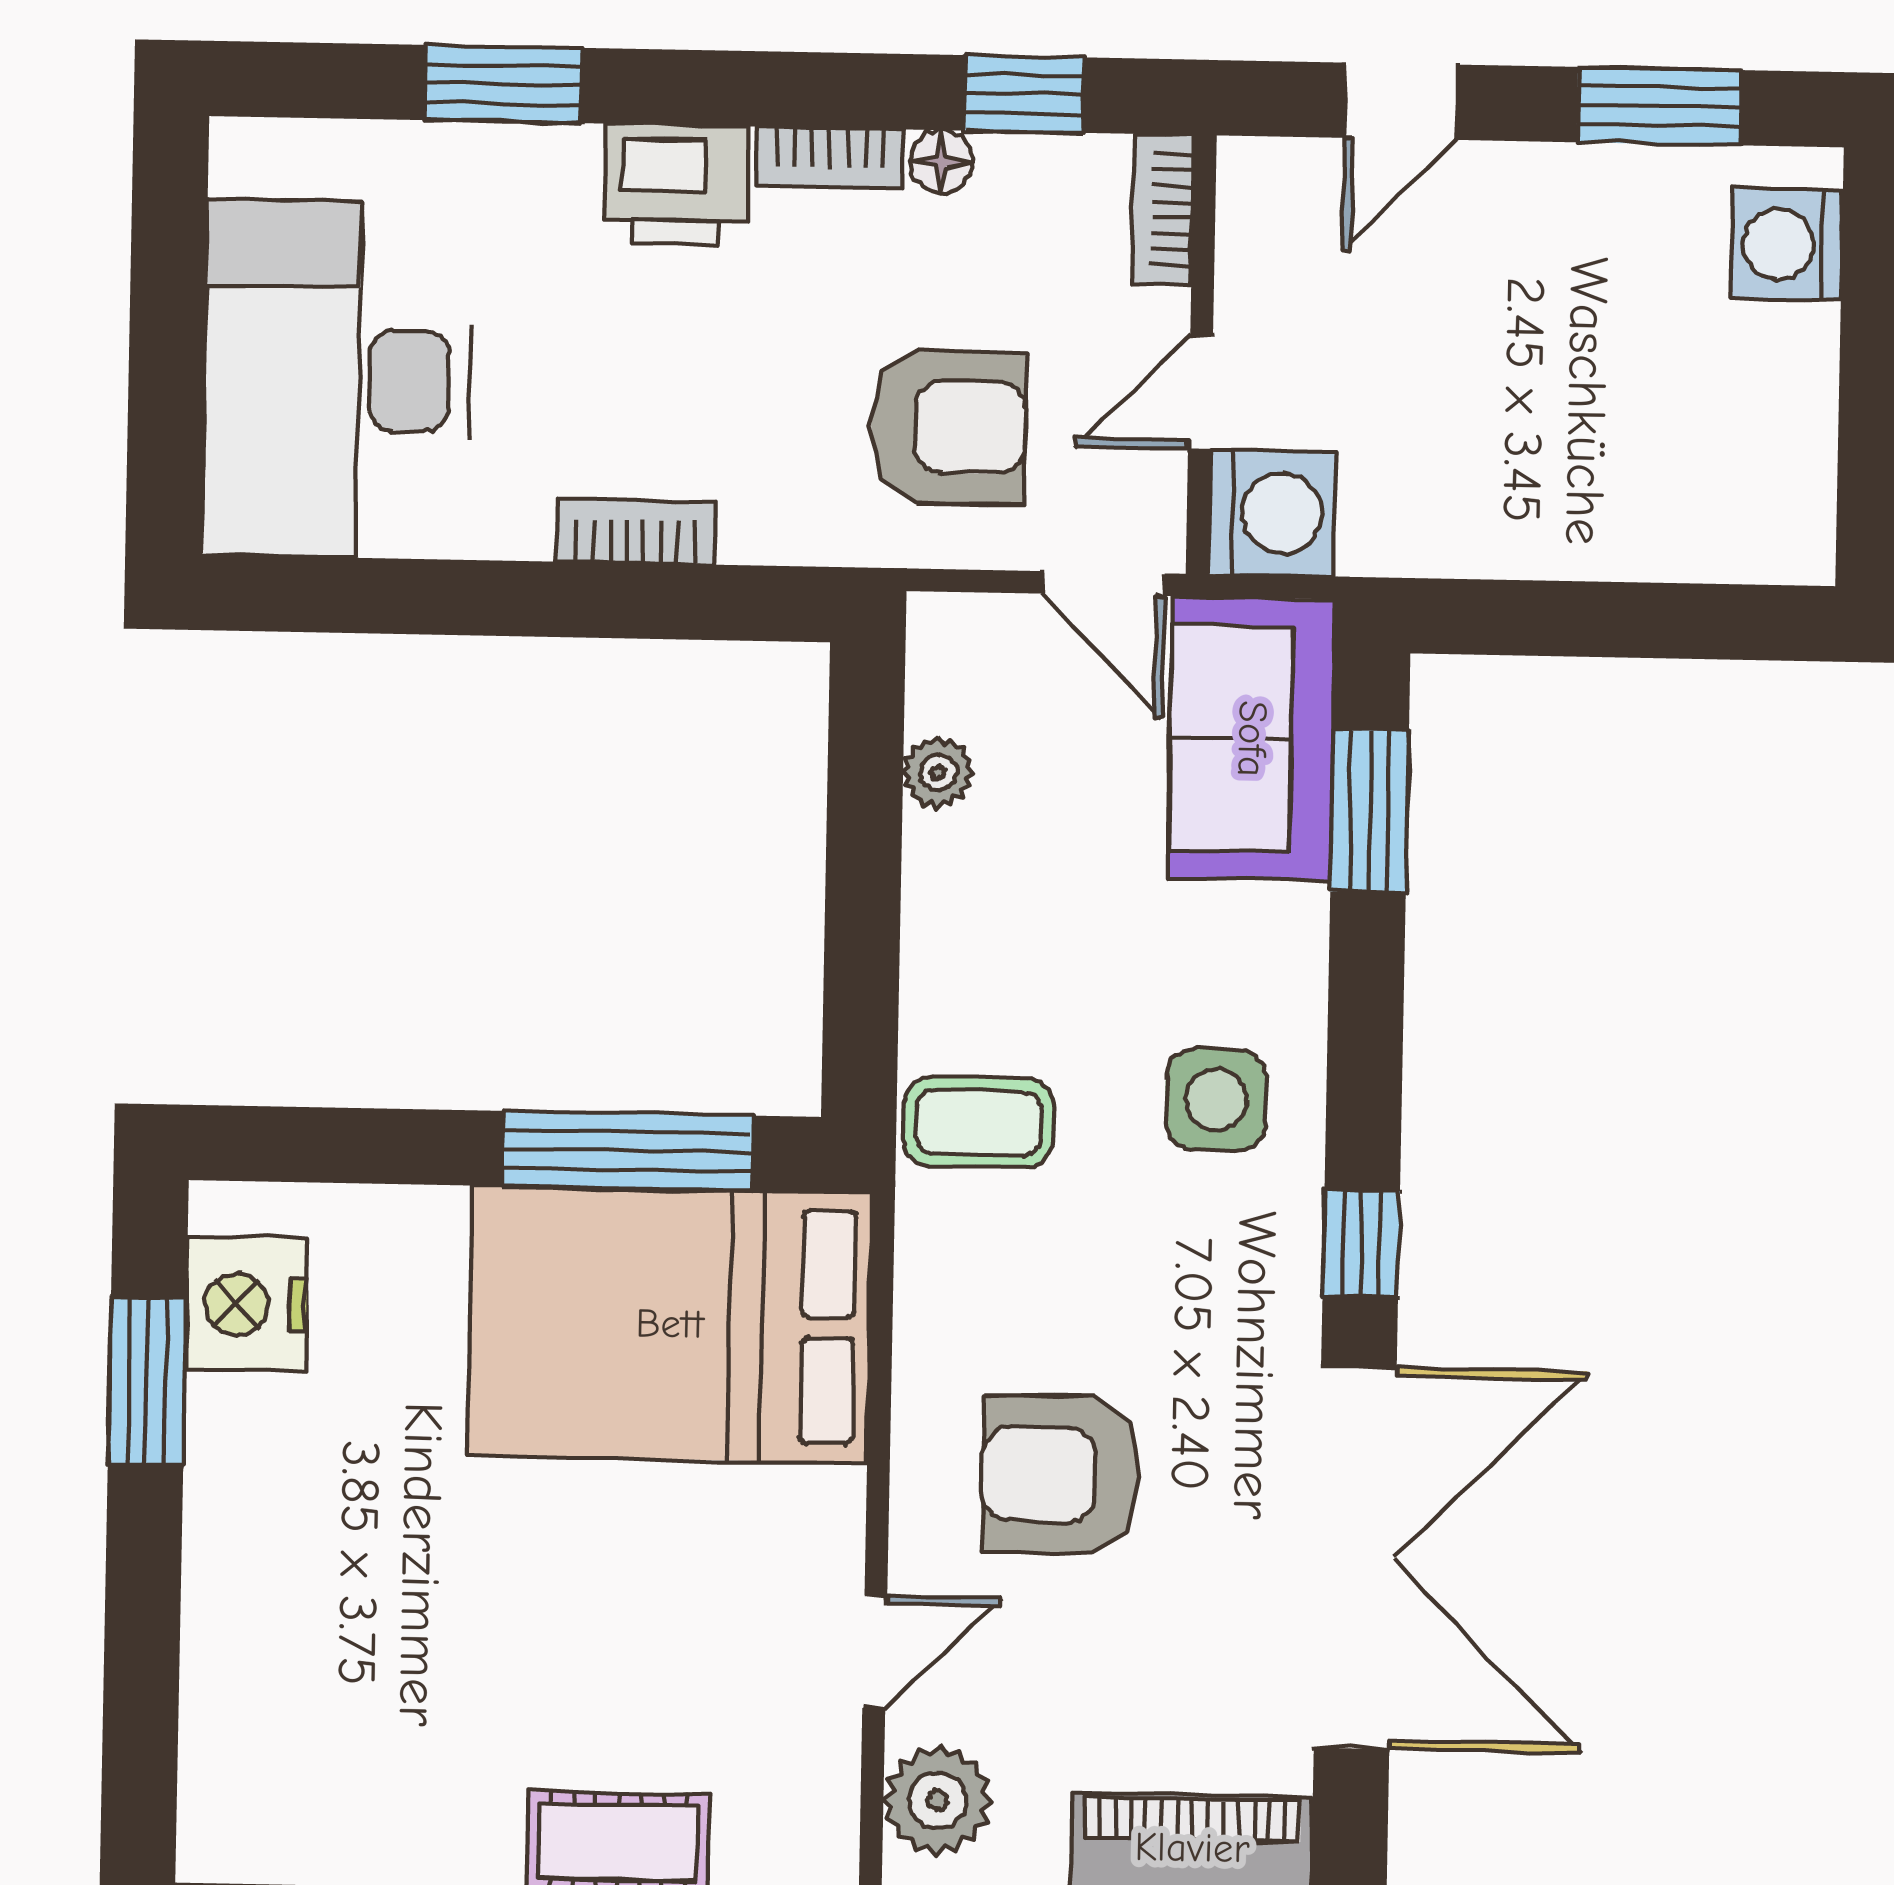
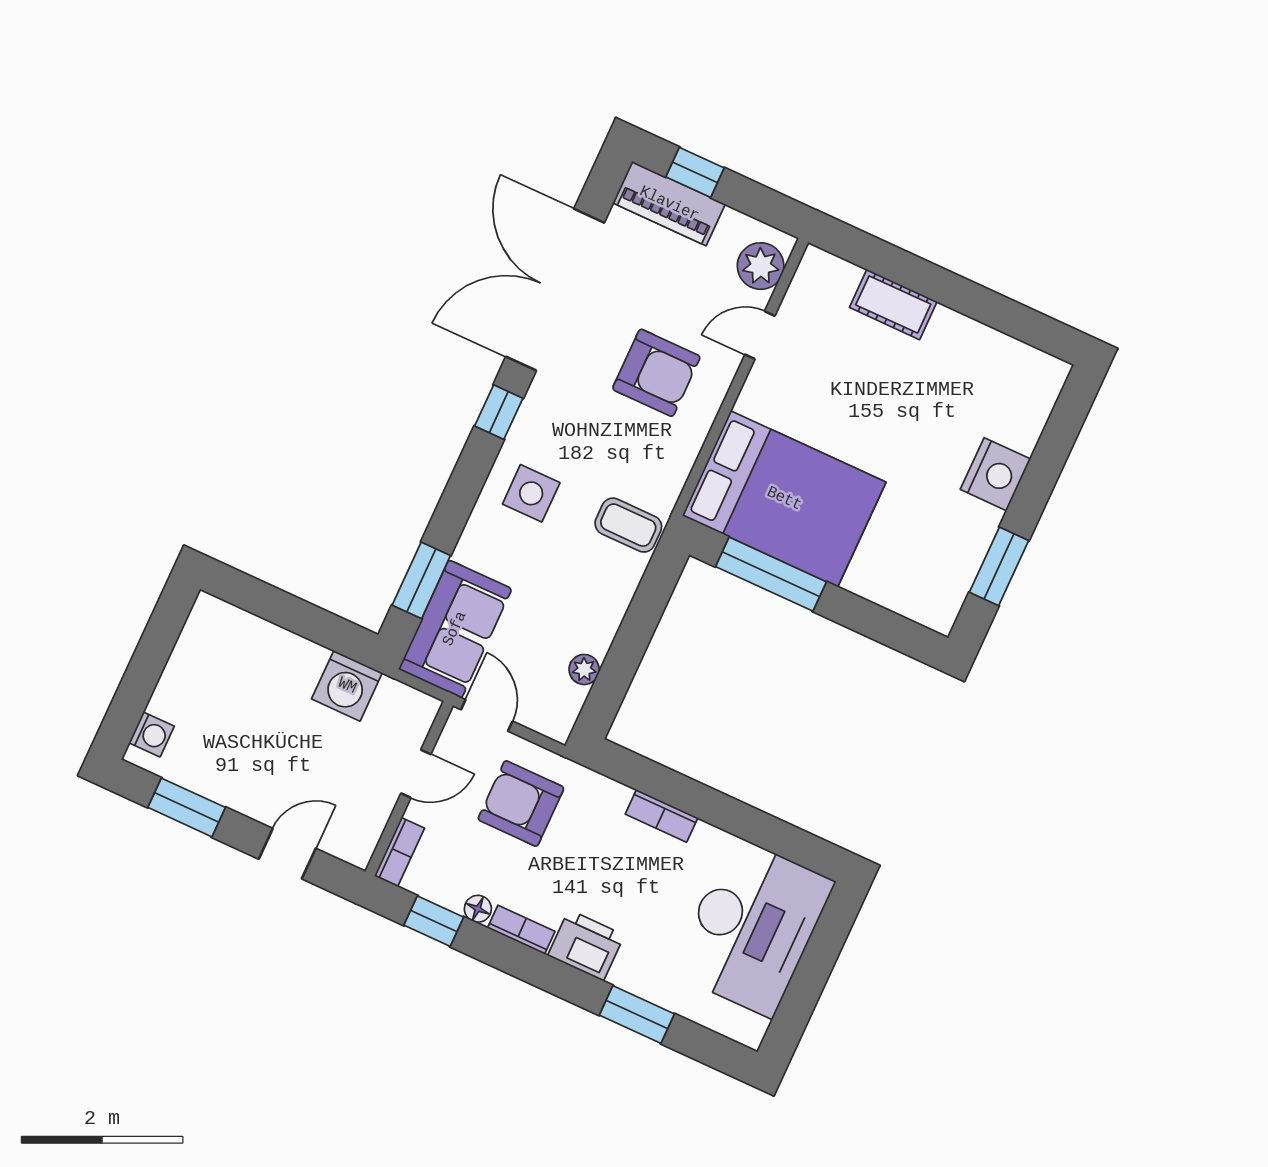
washing machine: (1787, 244) -> (152, 734), width x0.73, depth x0.73
washing machine: (1272, 513) -> (347, 686), moved, turned -90
nightstand: (246, 1304) -> (995, 474), moved

